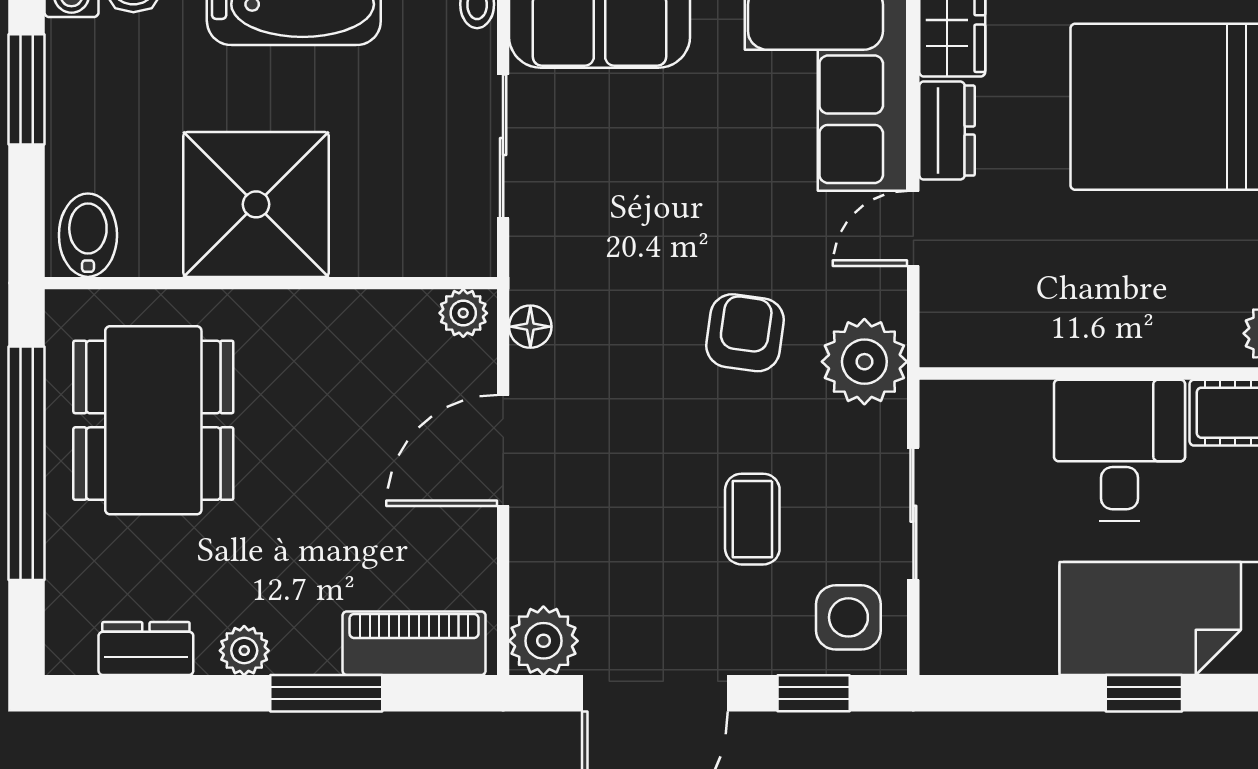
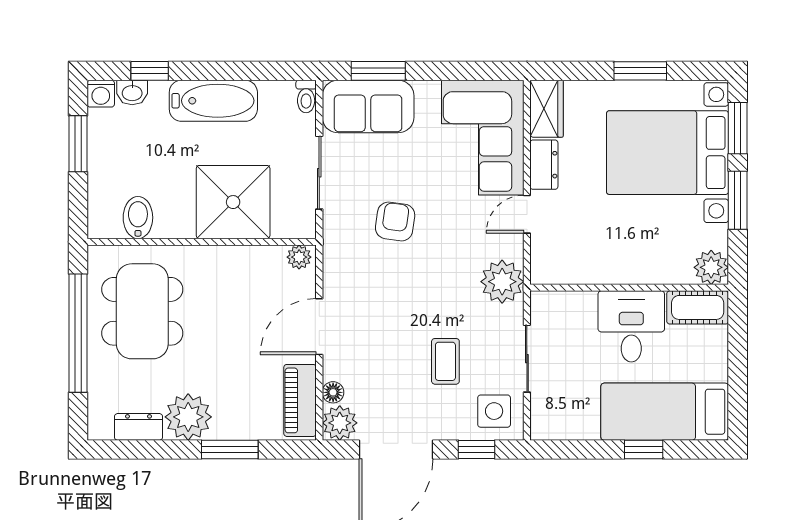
shower: (256, 204) -> (233, 202), moved
bidet: (88, 235) -> (138, 218), moved
floor lamp: (530, 327) -> (333, 392), moved
armchair: (745, 333) -> (395, 221), moved
piano: (414, 643) -> (300, 400), moved, turned -90
plant: (244, 651) -> (188, 417), width x1.88, depth x1.88

